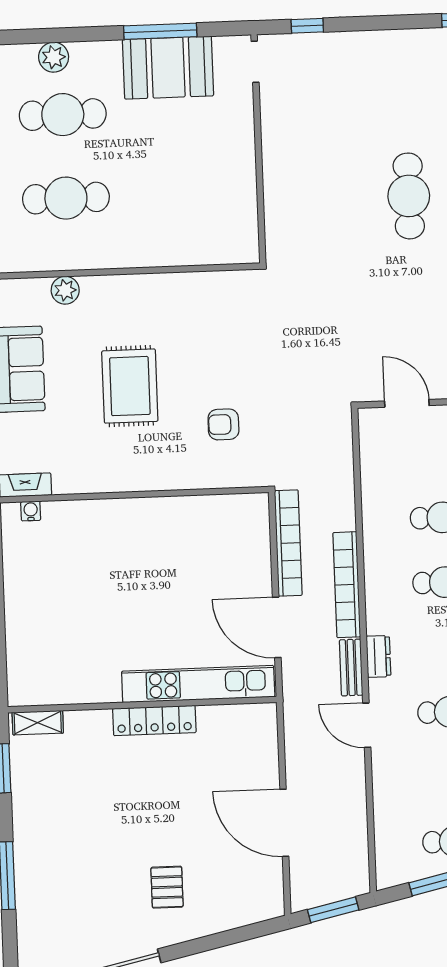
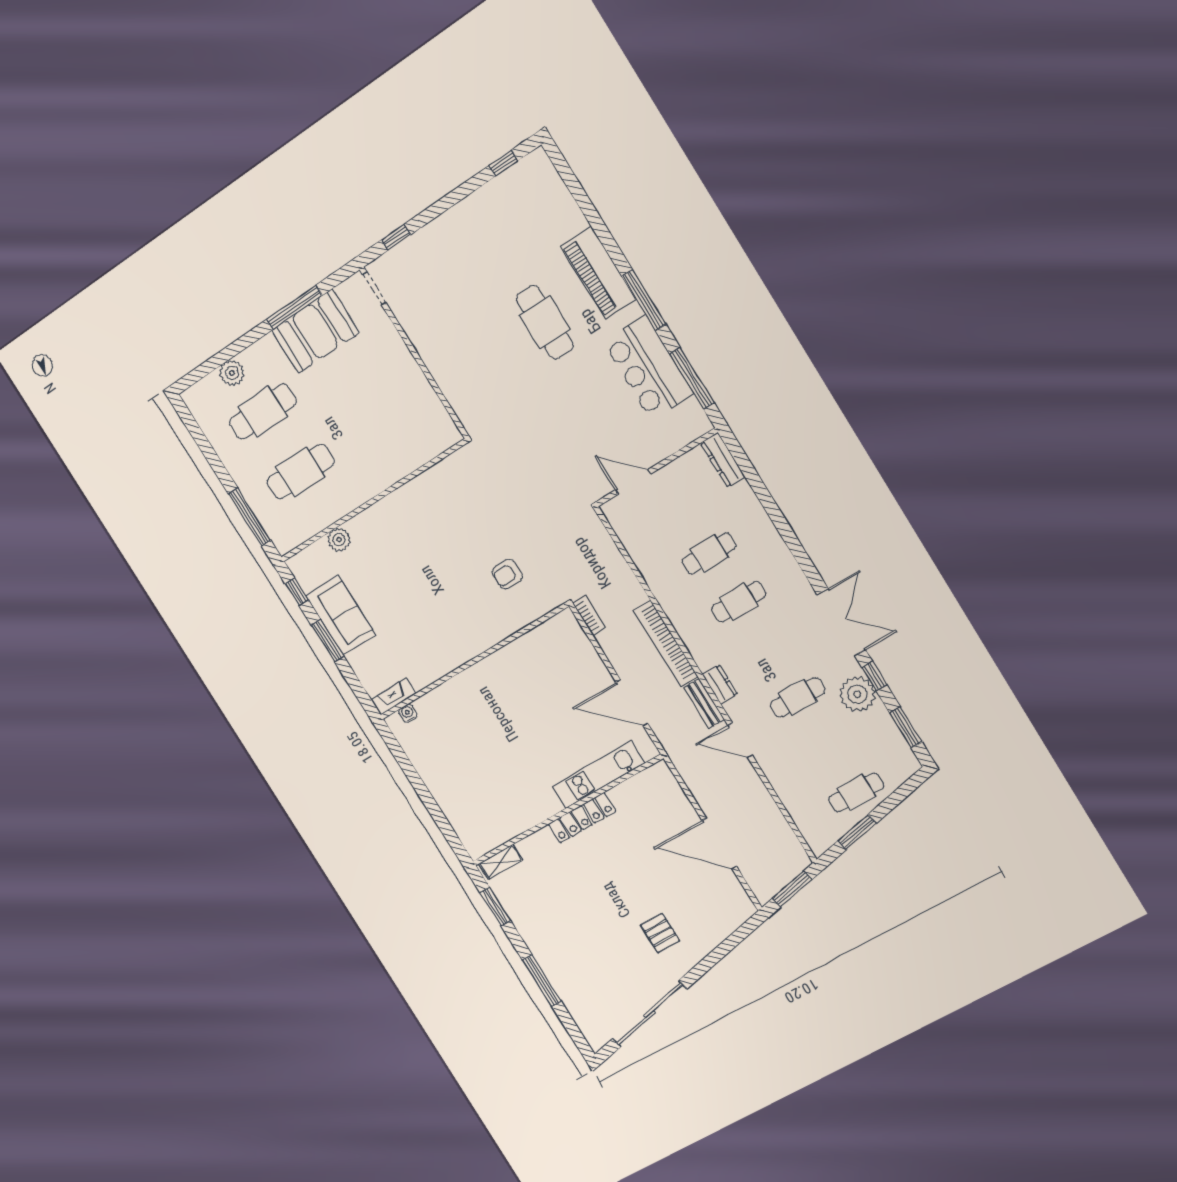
rug: (130, 386) -> (425, 584), removed
bookcase: (288, 543) -> (589, 615), width x0.43, depth x0.76
kitchen unit: (198, 684) -> (598, 775), width x0.73

